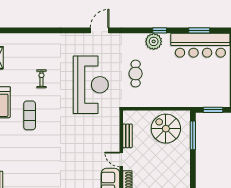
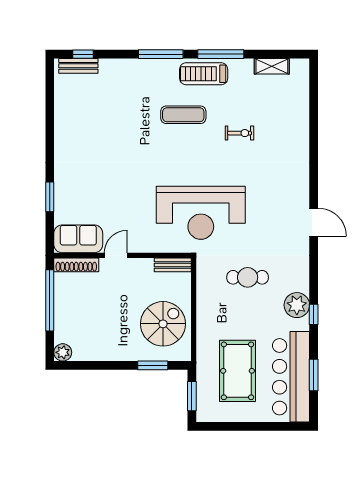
pool table: (196, 80) -> (237, 371), added
reception desk: (91, 85) -> (201, 213), moved
window: (193, 135) -> (153, 365), width x0.69
bench: (127, 136) -> (173, 265), moved

